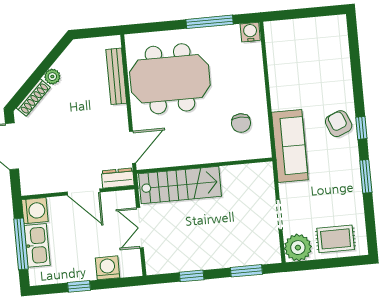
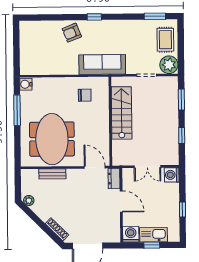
bench: (116, 76) -> (52, 174), width x0.73
plant: (52, 77) -> (29, 201), moved
armchair: (339, 124) -> (72, 33), moved
window: (366, 176) -> (155, 16), moved
stairs: (180, 185) -> (122, 113), moved
door: (84, 192) -> (121, 201), hinge flipped
window: (21, 244) -> (152, 245), width x0.46
washing machine: (108, 268) -> (172, 175), moved

